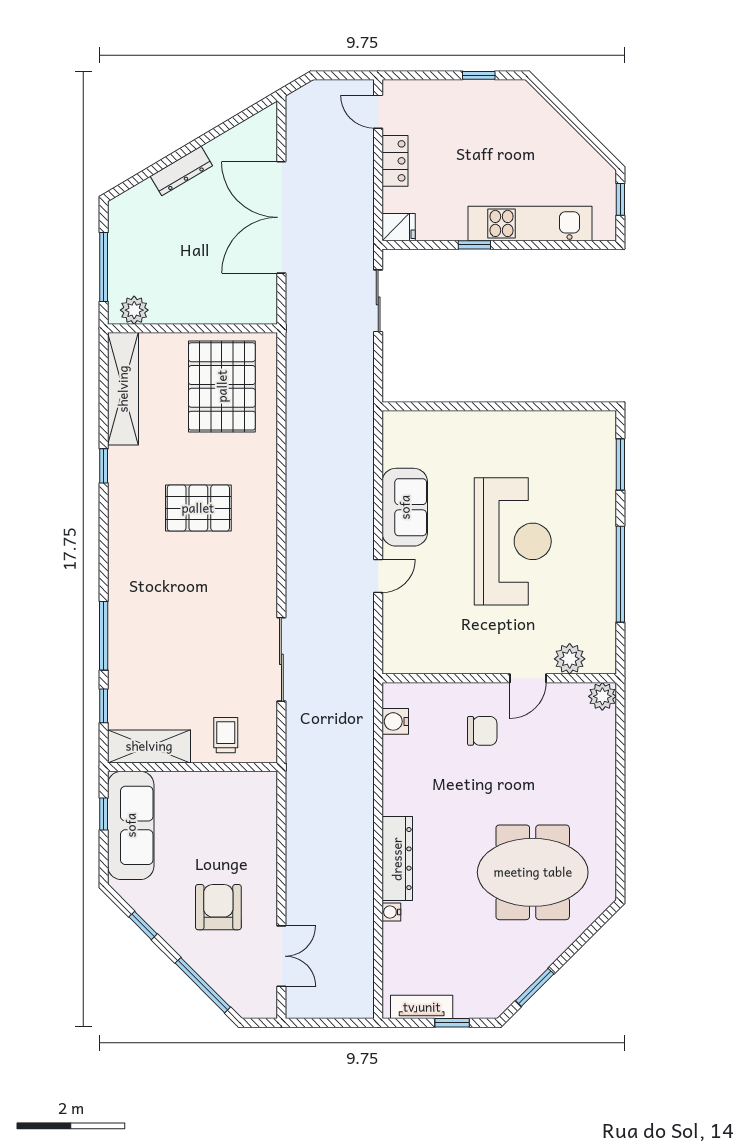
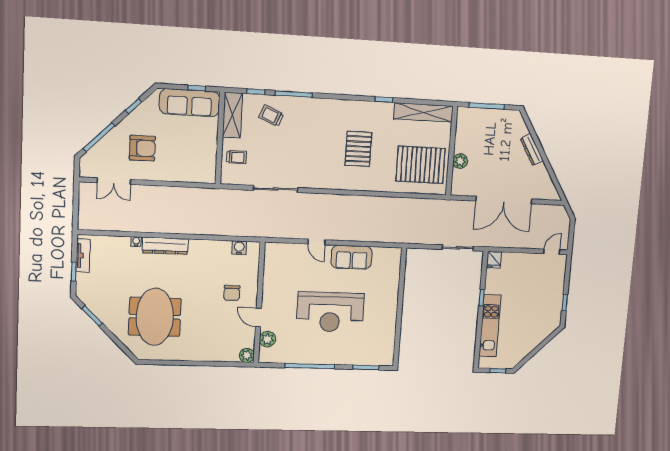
locker: (395, 161) -> (527, 259), removed
double door: (281, 217) -> (504, 200), swing flipped
plant: (134, 310) -> (460, 161), moved
trolley: (146, 675) -> (271, 116), added

